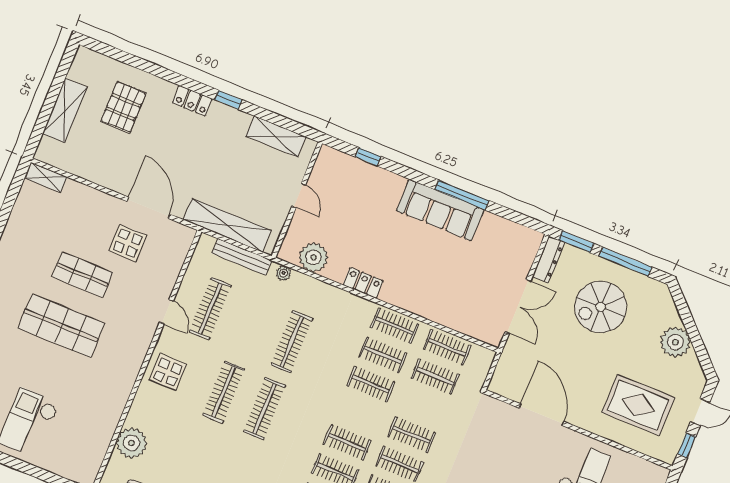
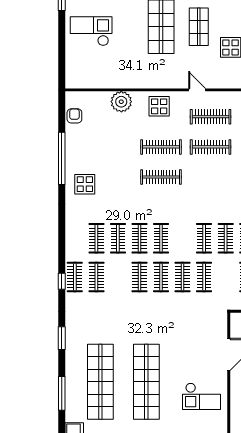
door: (166, 312) -> (197, 90), swing flipped
clothes rail: (292, 342) -> (211, 147), moved
clothes rail: (435, 376) -> (204, 277), moved
plant: (132, 443) -> (121, 102), moved

